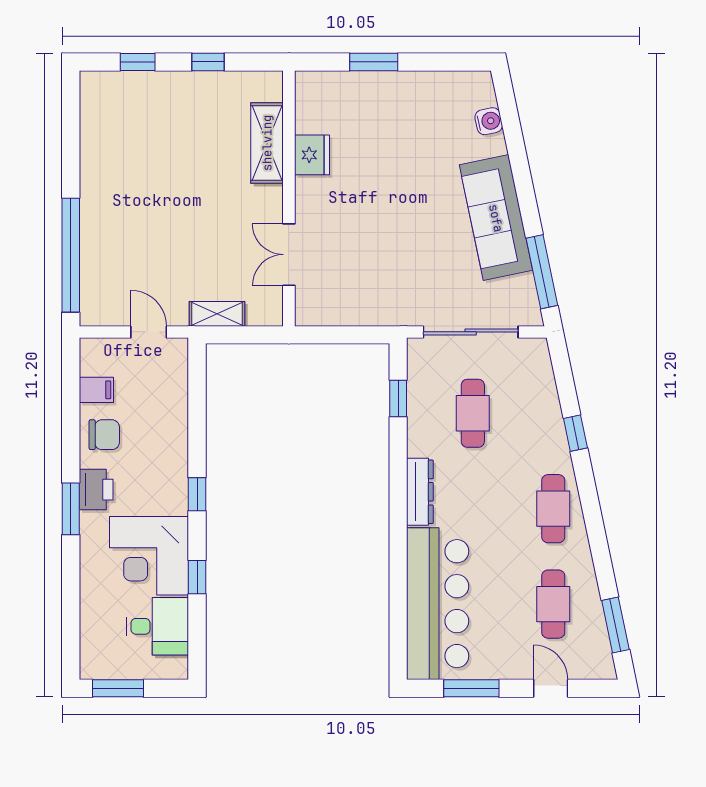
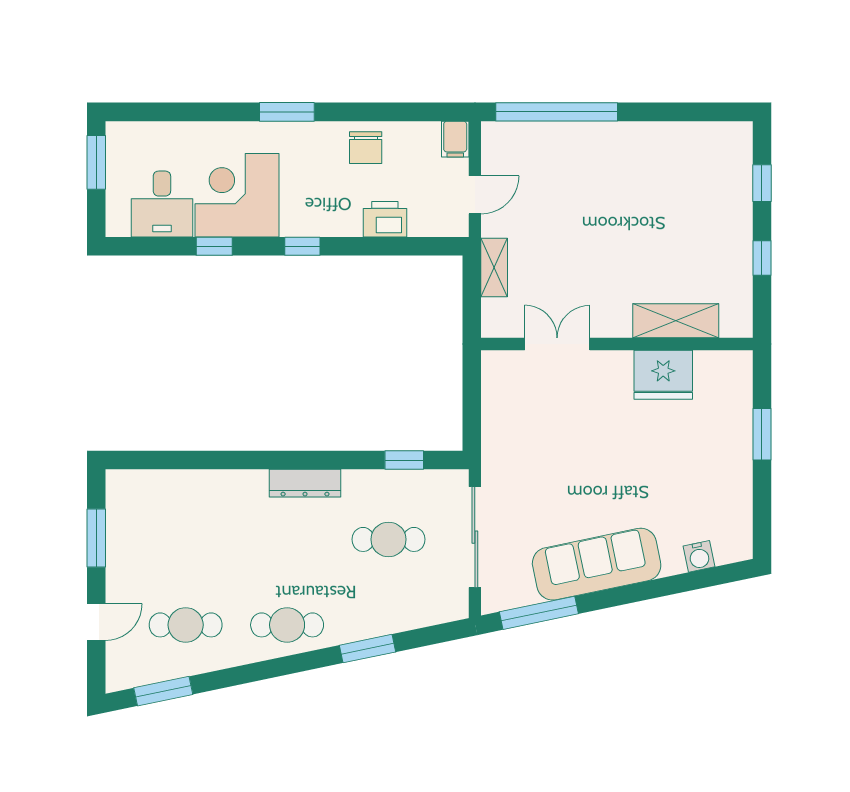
fridge: (312, 155) -> (663, 375), width x1.36, depth x1.34
filing cabinet: (96, 390) -> (455, 139), moved
window: (575, 433) -> (367, 649), width x1.50
printer: (96, 490) -> (385, 219), moved, turned 180
bar counter: (438, 604) -> (186, 502), removed

